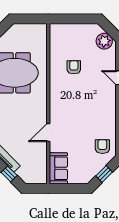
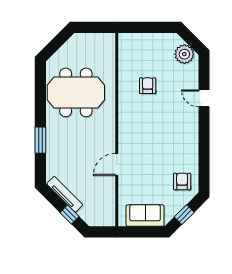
sofa: (58, 168) -> (145, 216), moved, turned -90

